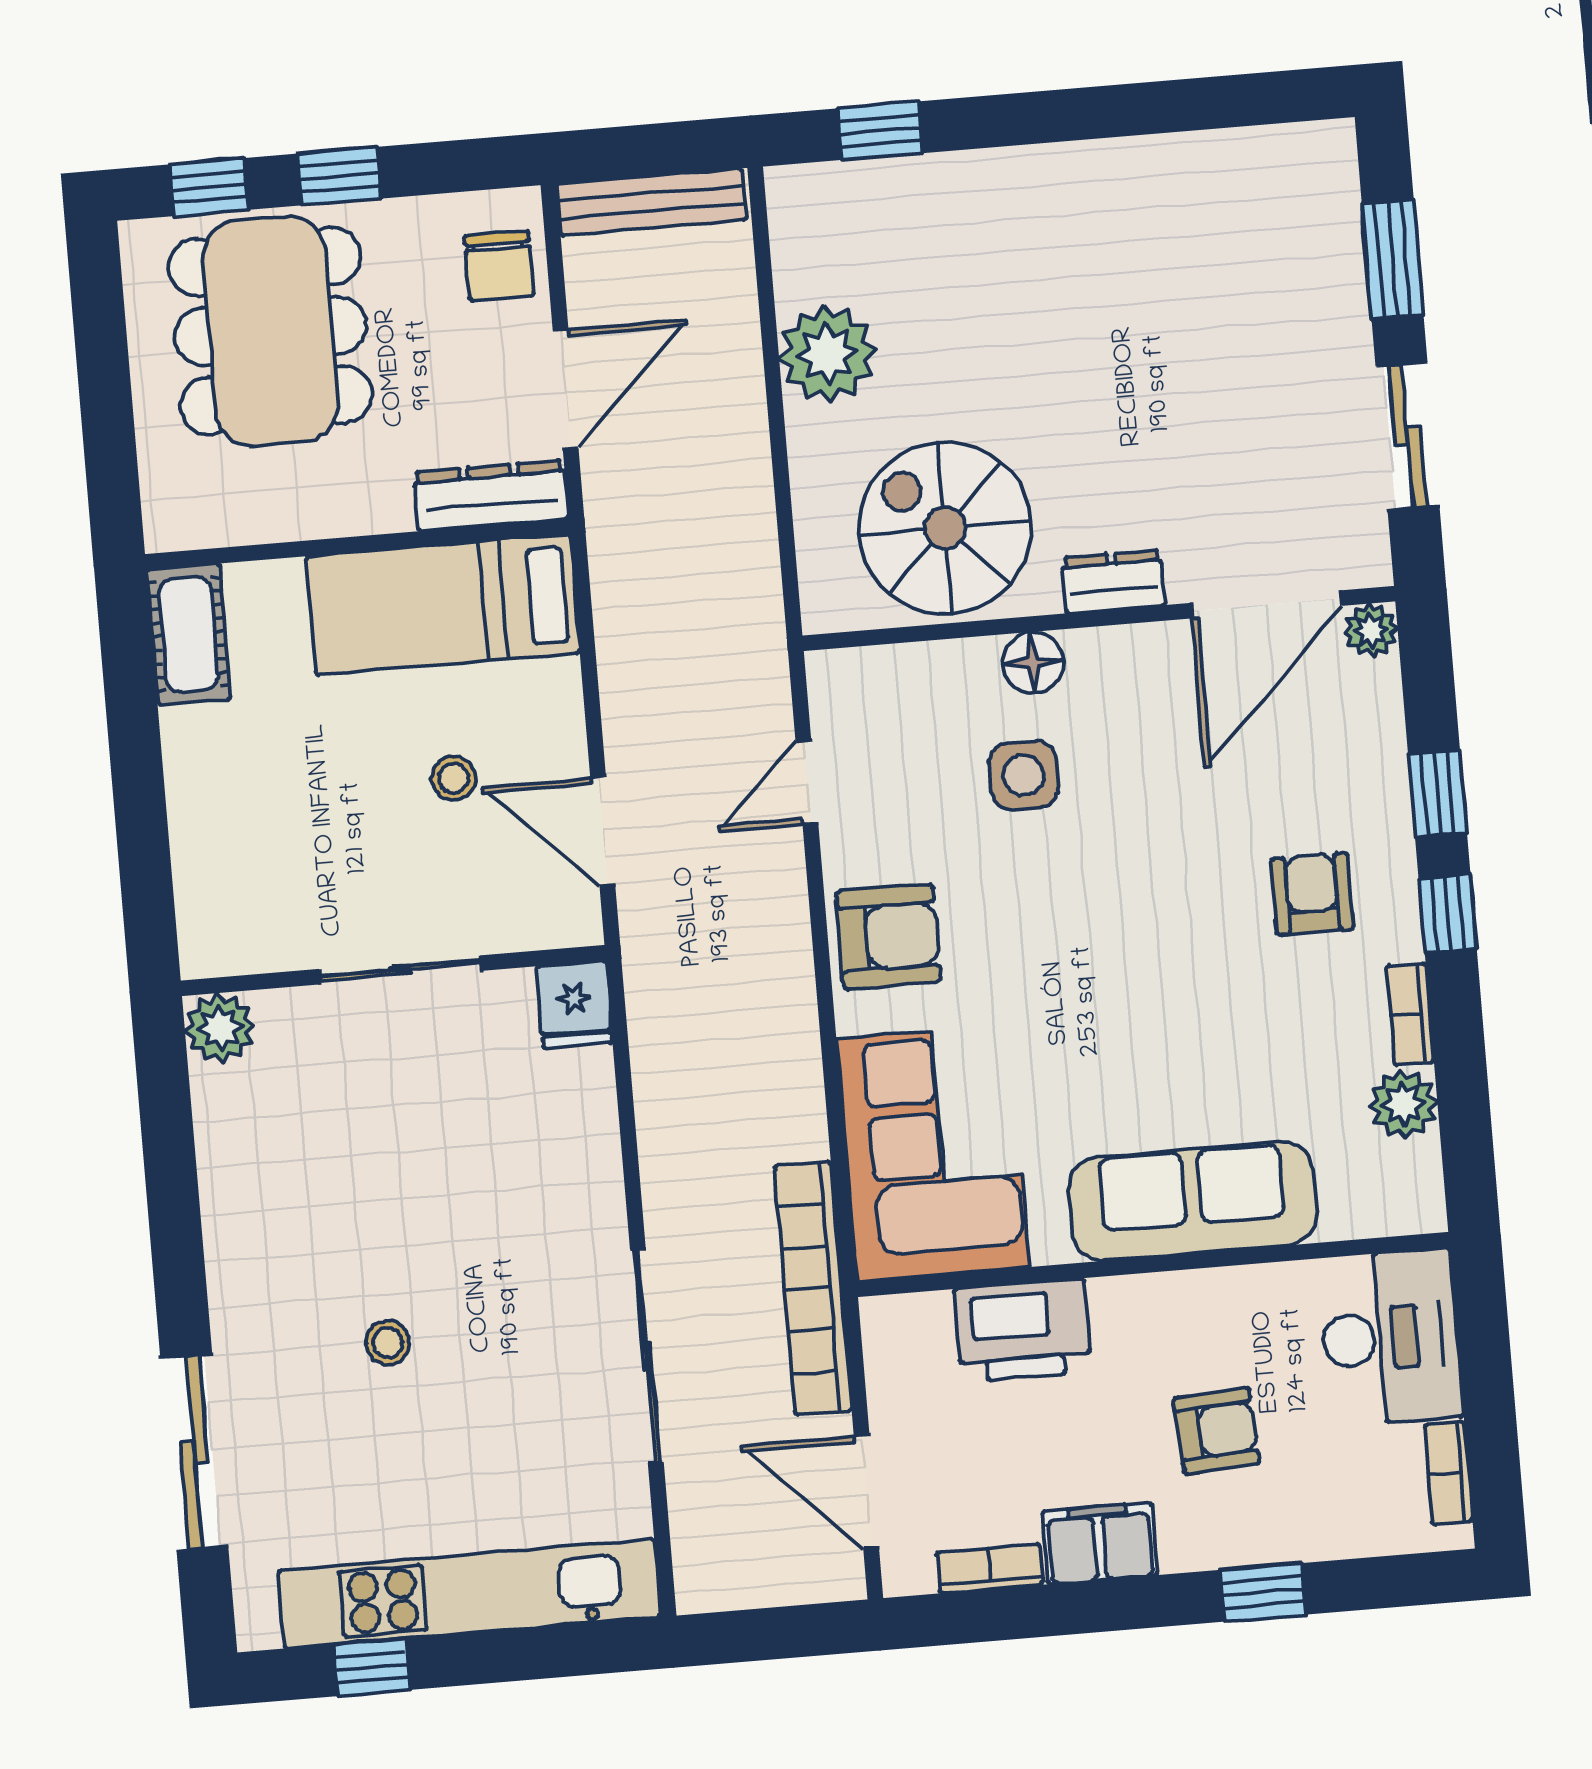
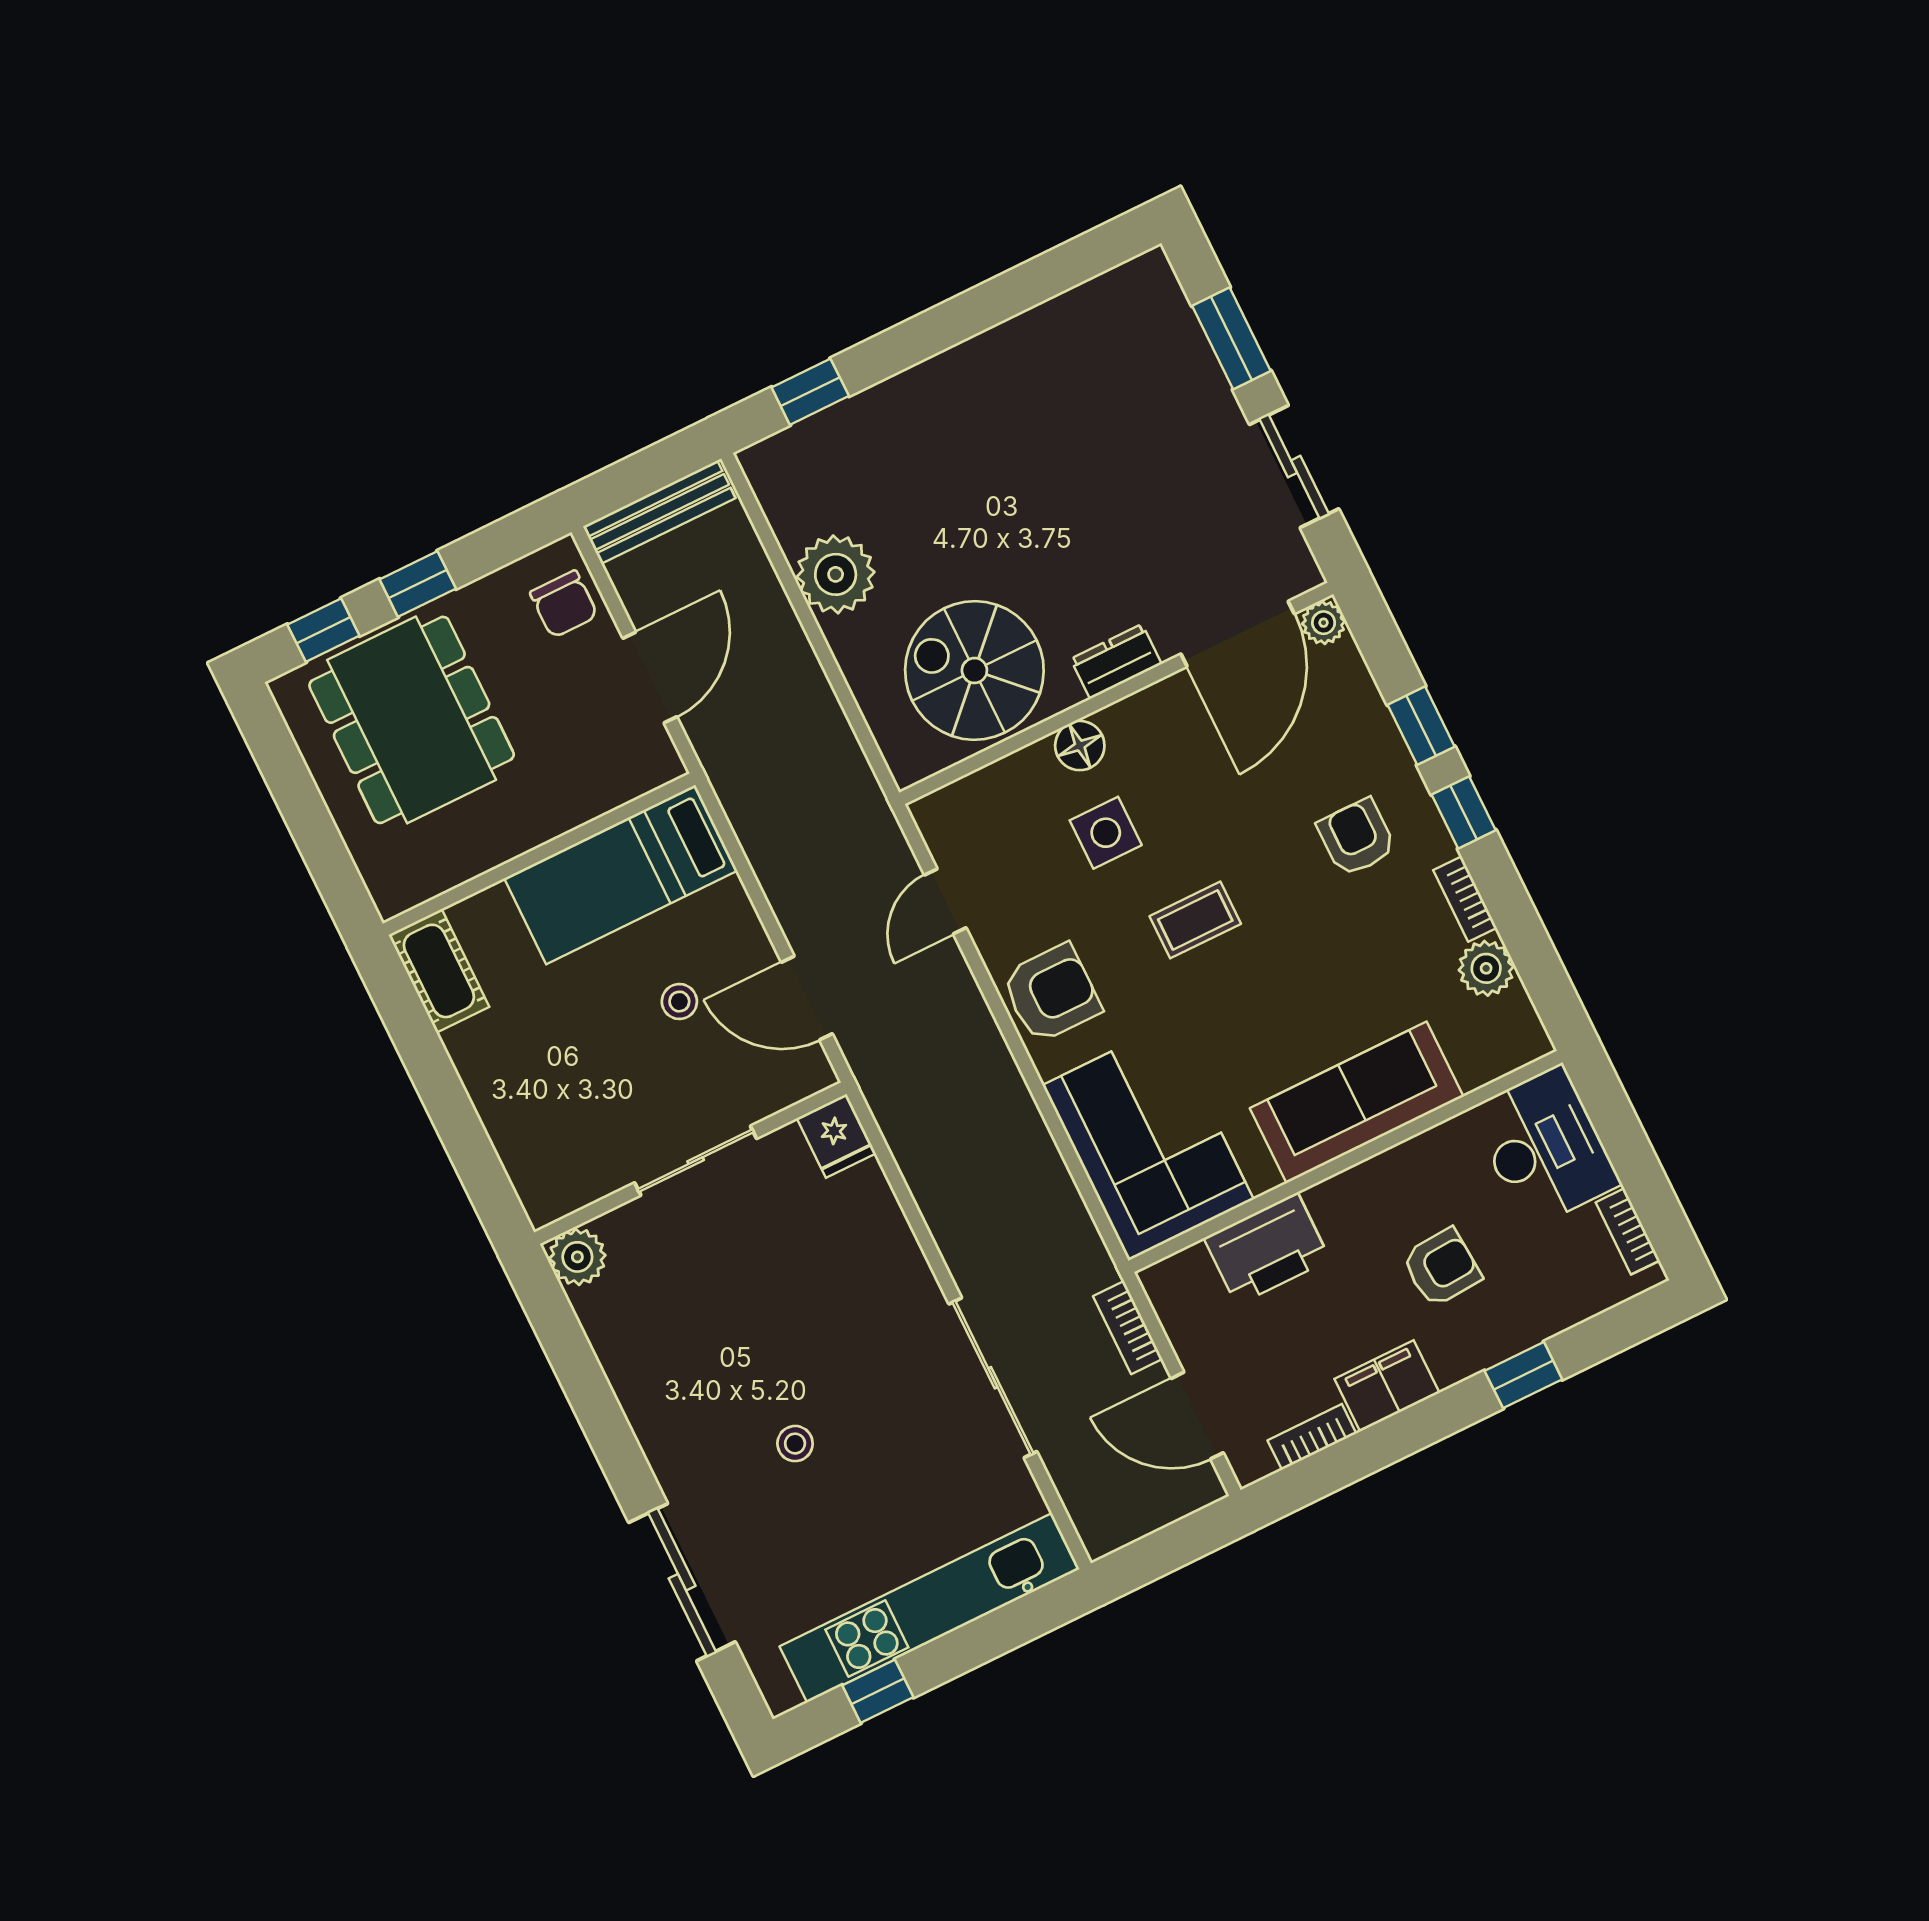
dresser: (491, 495) -> (625, 779), removed
coffee table: (1088, 917) -> (1195, 920), added
bookcase: (813, 1288) -> (1128, 1328), width x0.43, depth x0.76

